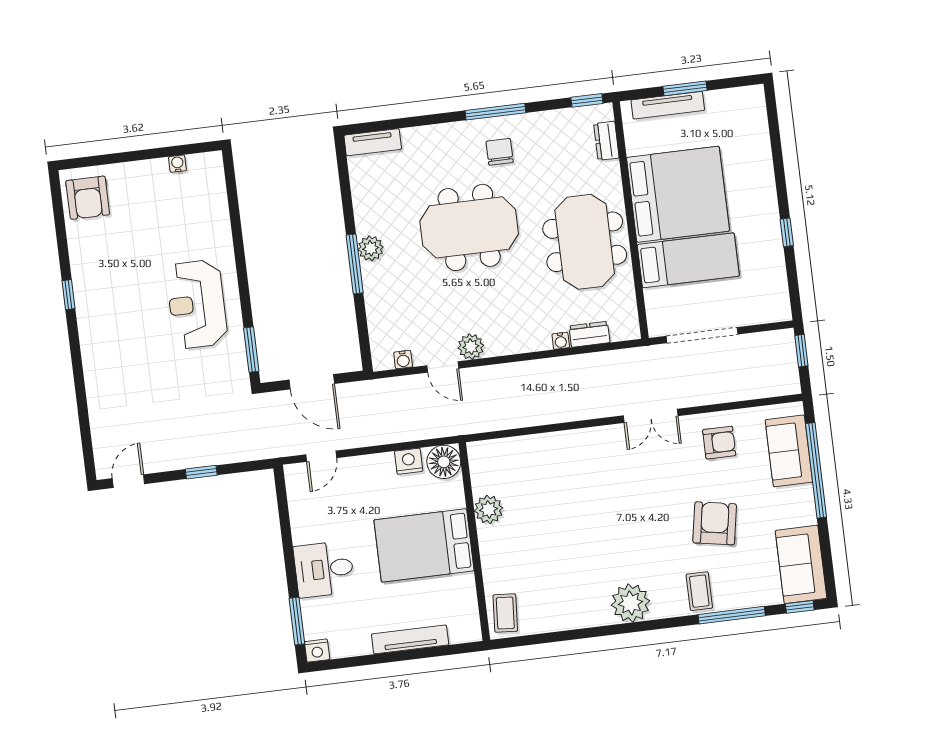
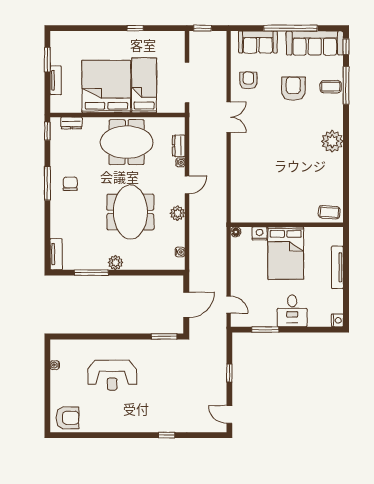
window: (685, 88) -> (47, 60), moved
tv unit: (668, 105) -> (56, 80), width x0.71
chair: (500, 152) -> (70, 184), turned 90
meeting table: (469, 227) -> (130, 212), moved
window: (355, 264) -> (91, 273), moved
window: (69, 295) -> (167, 435), moved
reception desk: (197, 304) -> (112, 375), moved
door: (443, 367) -> (187, 185), moved
nightstand: (409, 461) -> (259, 233), moved, turned 90
floor lamp: (444, 462) -> (236, 232), width x0.53, depth x0.53
window: (816, 470) -> (290, 28), moved
plant: (489, 509) -> (270, 214), removed
armchair: (715, 523) -> (293, 89), turned 80
sofa: (801, 564) -> (315, 43), width x1.36
coffee table: (699, 591) -> (331, 87), moved
window: (297, 621) -> (265, 330), moved

